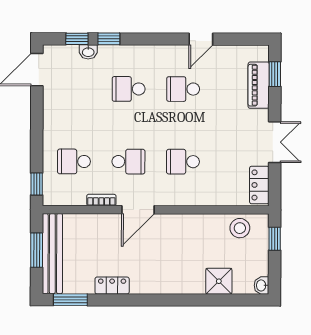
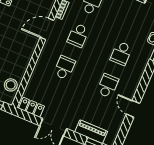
school desk: (129, 89) -> (121, 53), turned 180
door: (138, 210) -> (47, 29), hinge flipped

